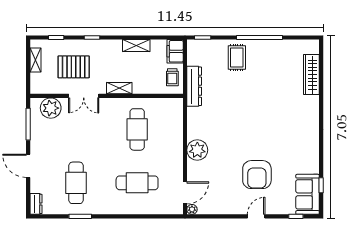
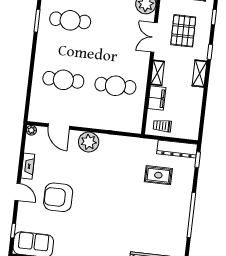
shelving: (136, 46) -> (200, 74), moved
filing cabinet: (175, 51) -> (157, 98), moved, turned 90
rug: (237, 57) -> (158, 175), moved
dresser: (194, 86) -> (177, 149), moved
cafe table: (137, 183) -> (63, 80), turned 90
door: (185, 193) -> (59, 127), moved
fireplace: (229, 209) -> (28, 166), added

